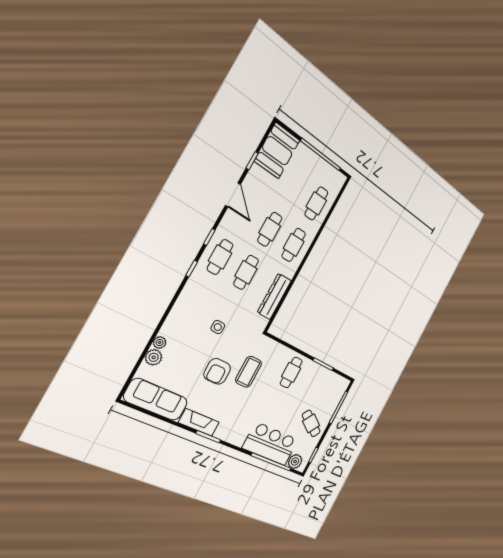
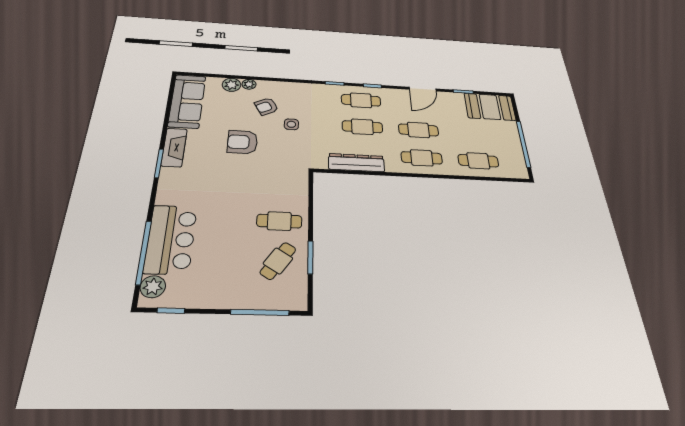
armchair: (191, 338) -> (266, 106), added
coffee table: (249, 372) -> (257, 173), removed
cafe table: (311, 423) -> (278, 261), moved

